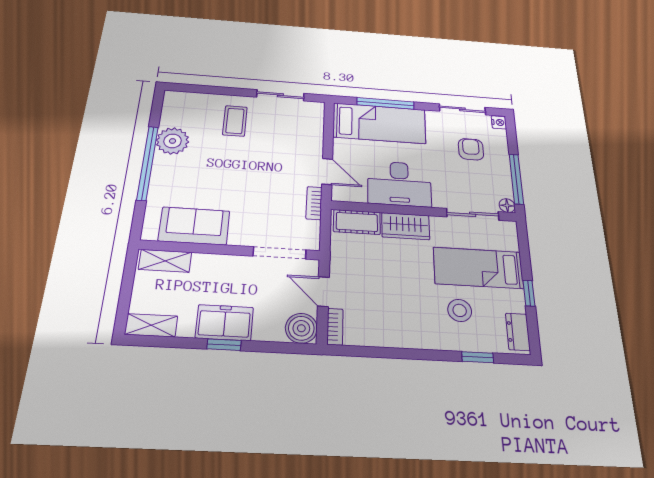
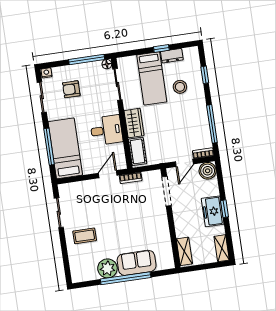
desk: (399, 184) -> (106, 130), width x0.73
sofa: (194, 226) -> (137, 263), moved, turned 90
dresser: (518, 332) -> (172, 56), moved
window: (386, 353) -> (212, 124), added

